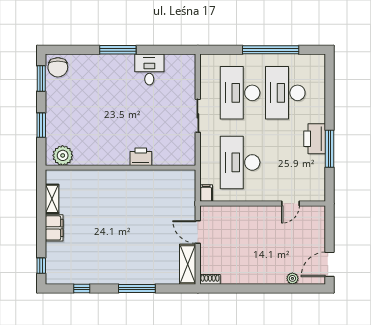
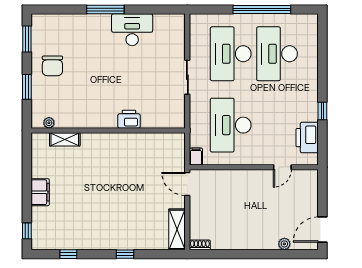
chair: (58, 67) -> (52, 66), moved
desk: (149, 69) -> (132, 30), width x1.37
printer: (315, 139) -> (307, 138), moved
window: (330, 149) -> (322, 111), width x0.46
plant: (63, 155) -> (49, 123), width x0.53, depth x0.53
shelving: (52, 199) -> (65, 139), moved, turned 90
door: (198, 232) -> (187, 184), moved
window: (137, 288) -> (125, 254), width x0.46

